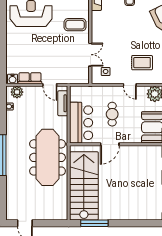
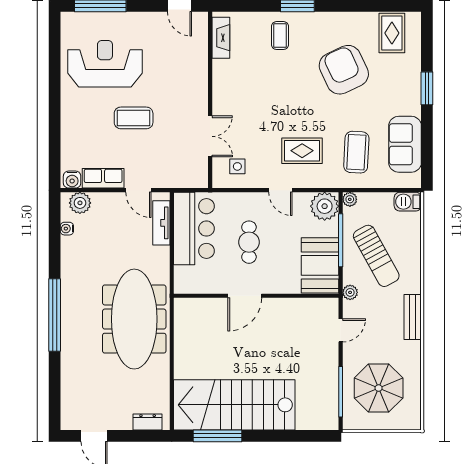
coffee table: (75, 25) -> (134, 118), moved
bar counter: (81, 123) -> (194, 229), moved
stairs: (84, 186) -> (234, 405), moved, turned -90
dresser: (55, 215) -> (148, 422), added

